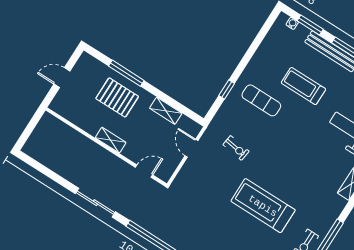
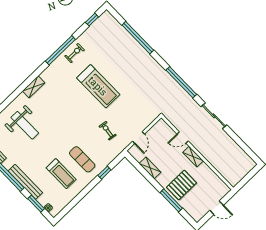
treadmill: (303, 86) -> (61, 174), moved
pallet: (117, 97) -> (182, 185), turned 90
door: (144, 171) -> (183, 138), moved

